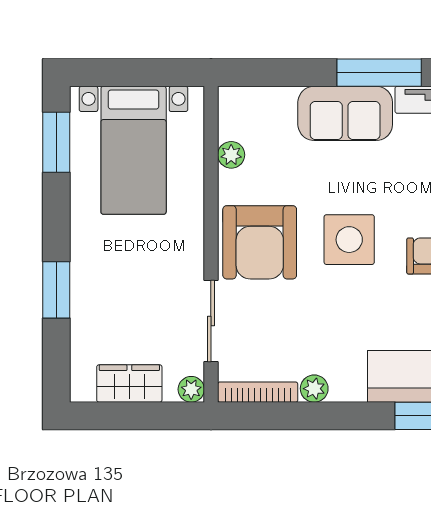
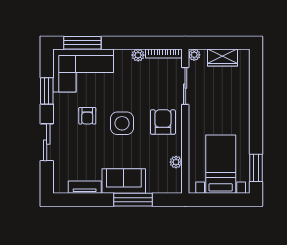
window: (379, 73) -> (133, 200), moved
armchair: (260, 242) -> (163, 122), width x0.73, depth x0.73
window: (56, 290) -> (256, 100), removed

